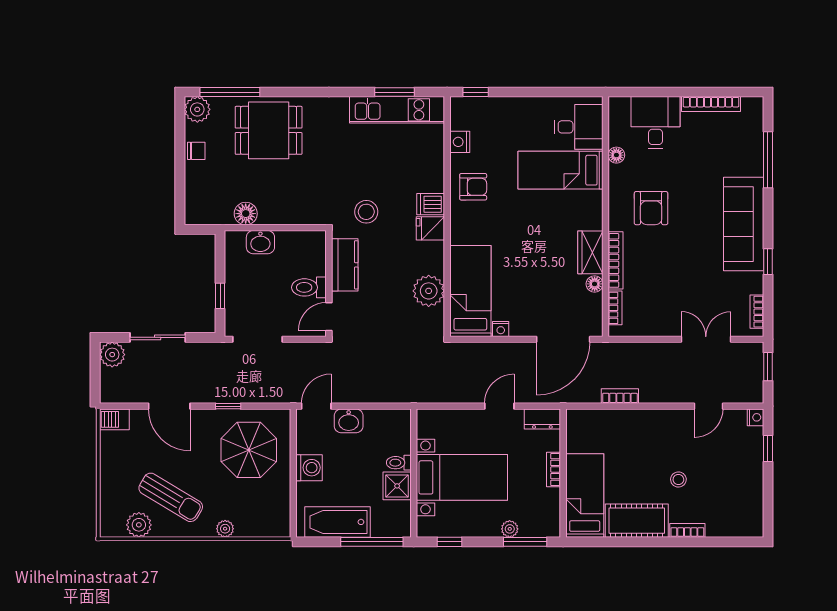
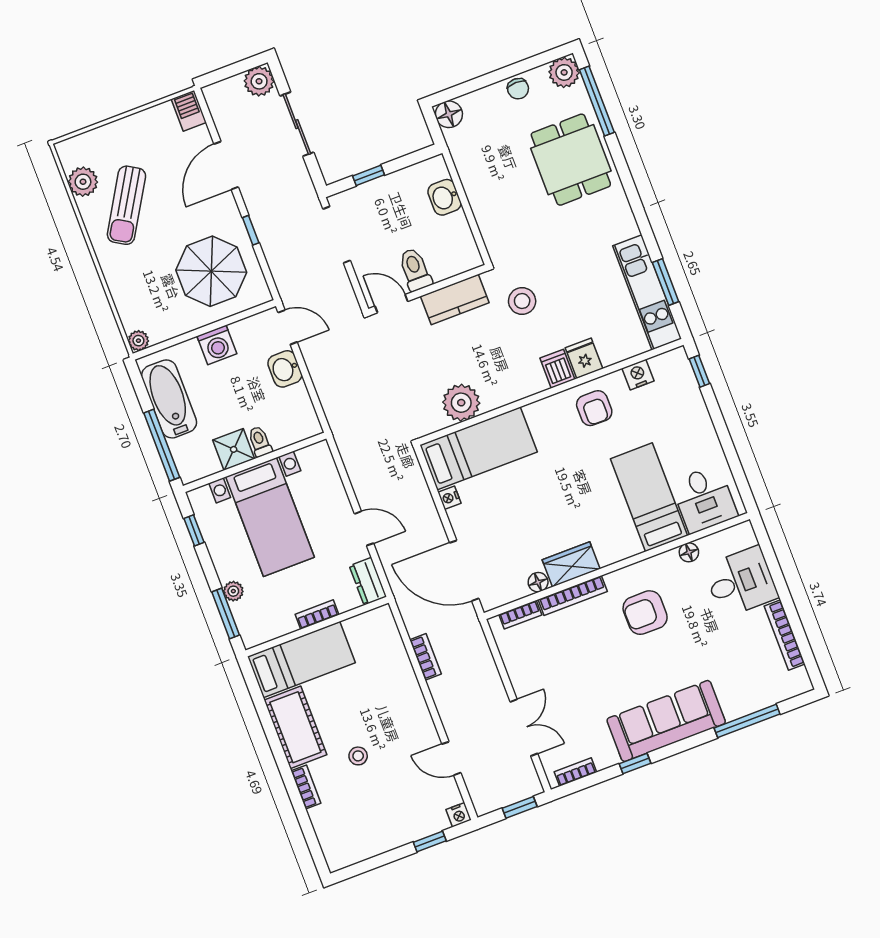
floor lamp: (246, 214) -> (449, 114), moved
fridge: (430, 228) -> (584, 358), moved
plant: (225, 529) -> (138, 341), moved

